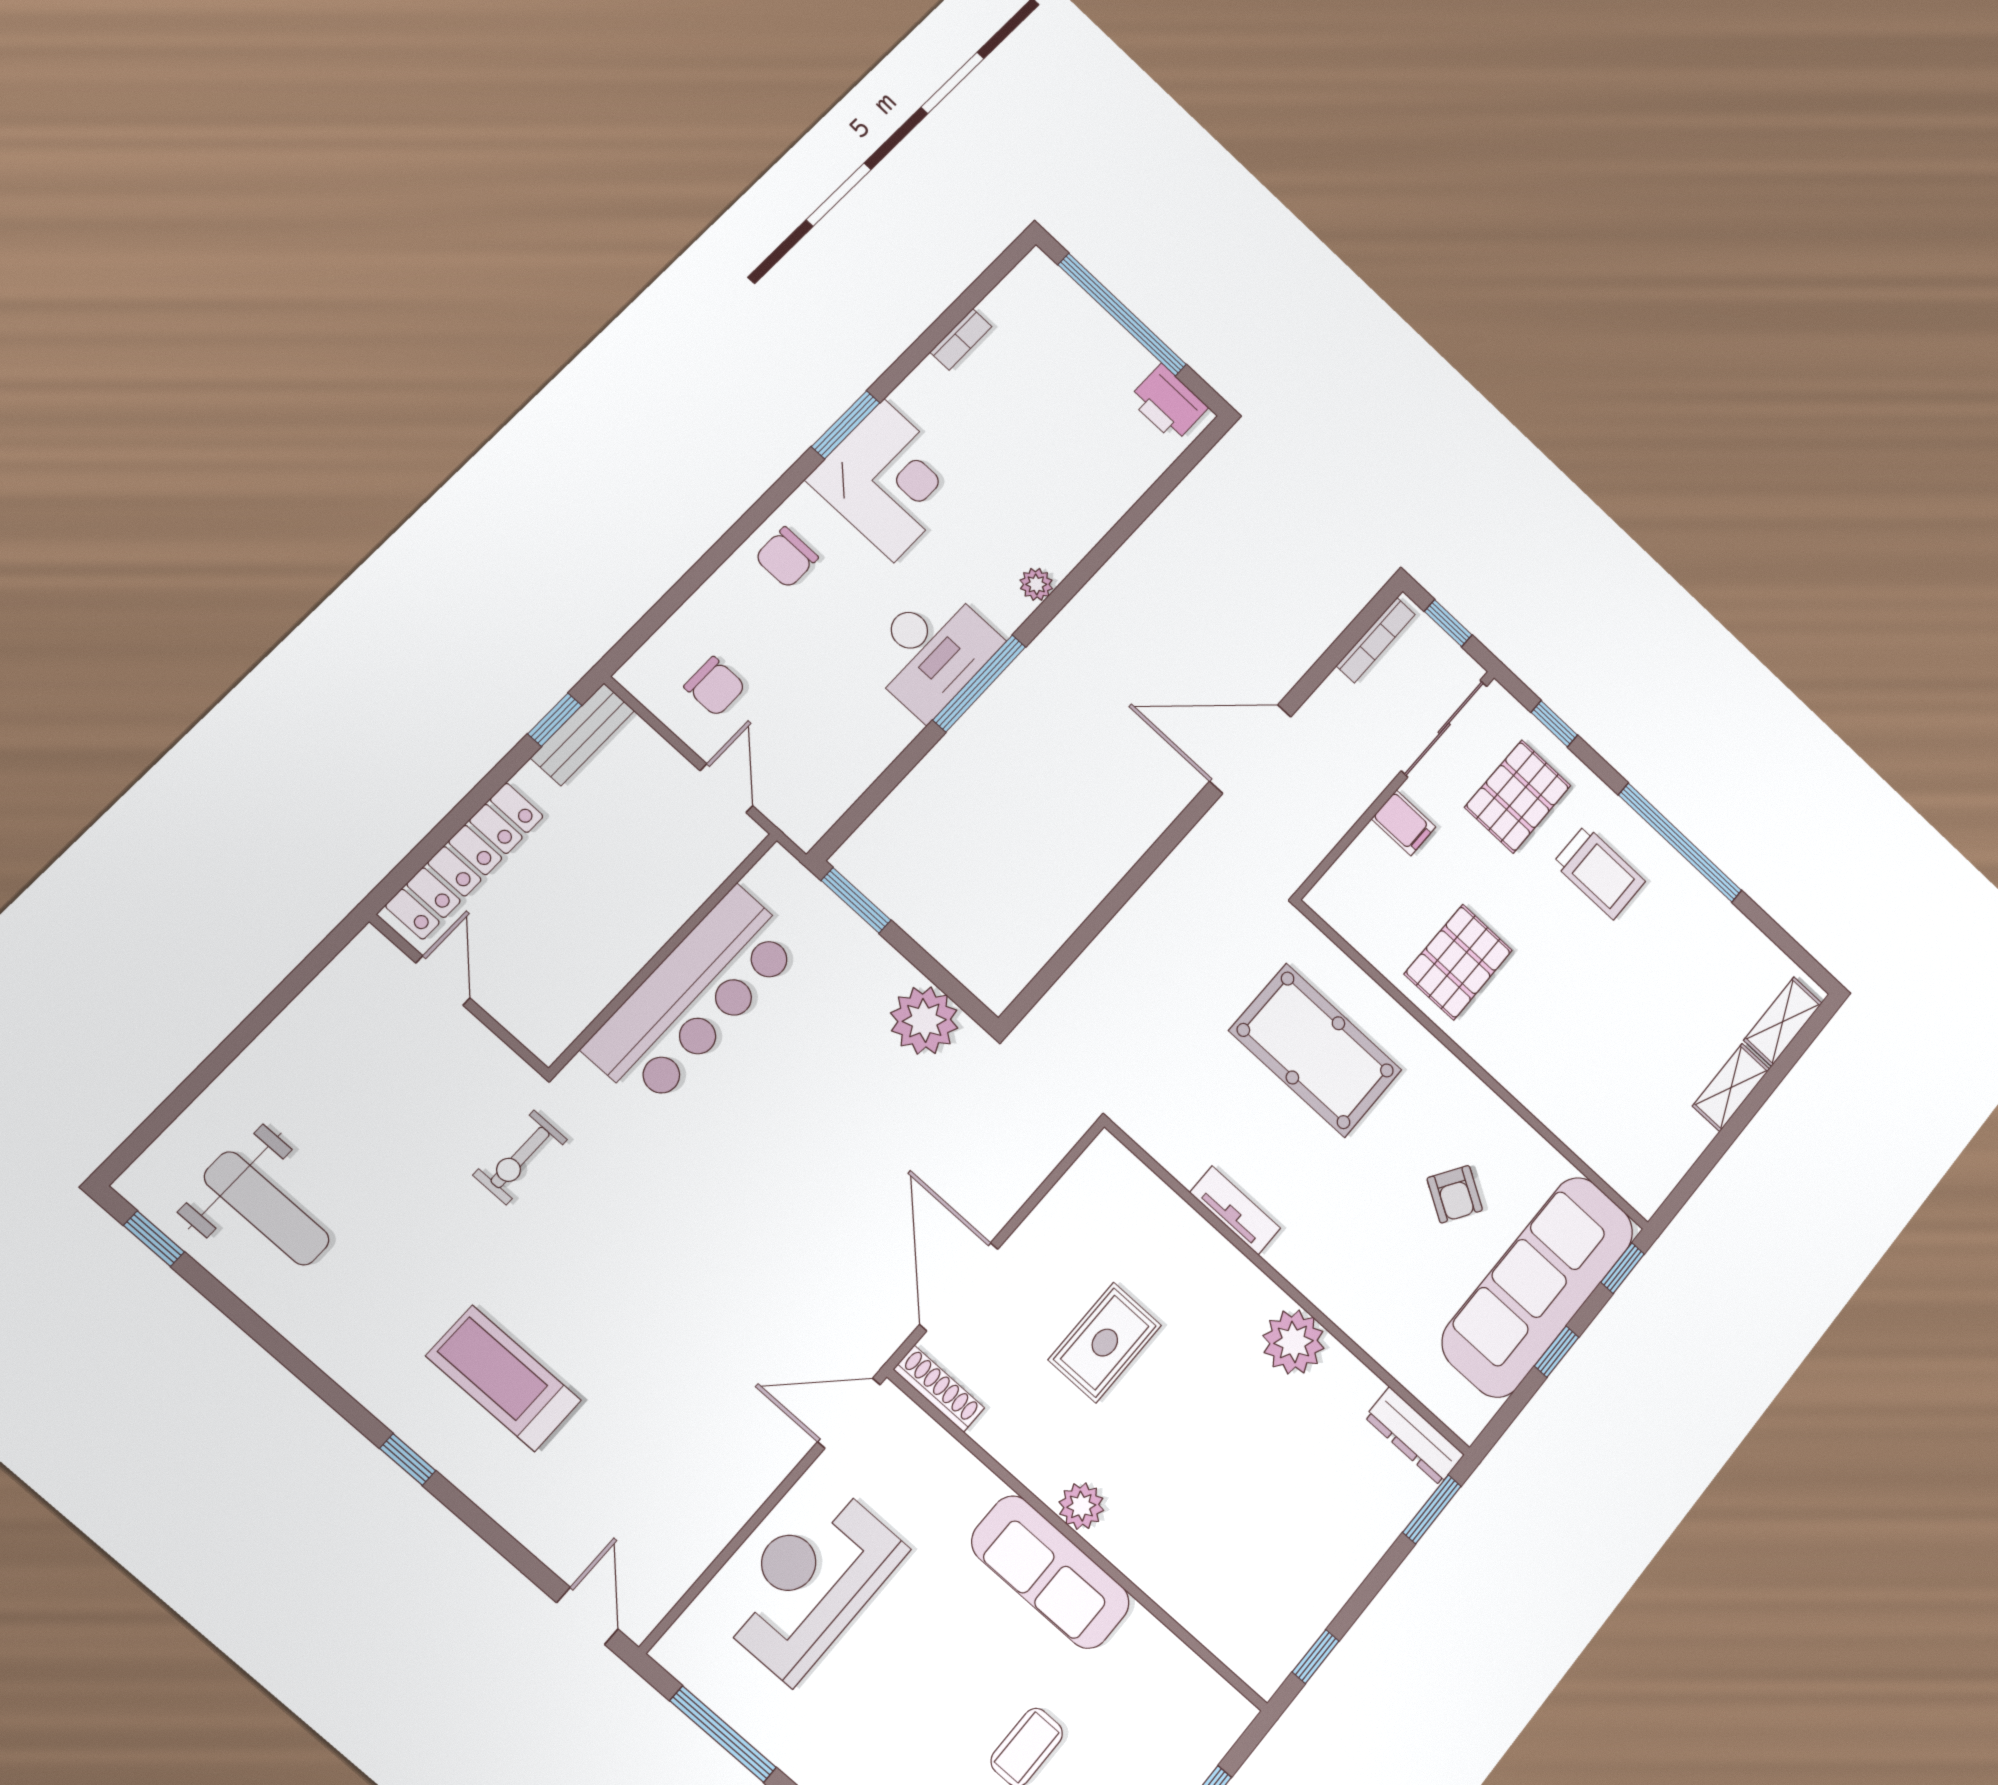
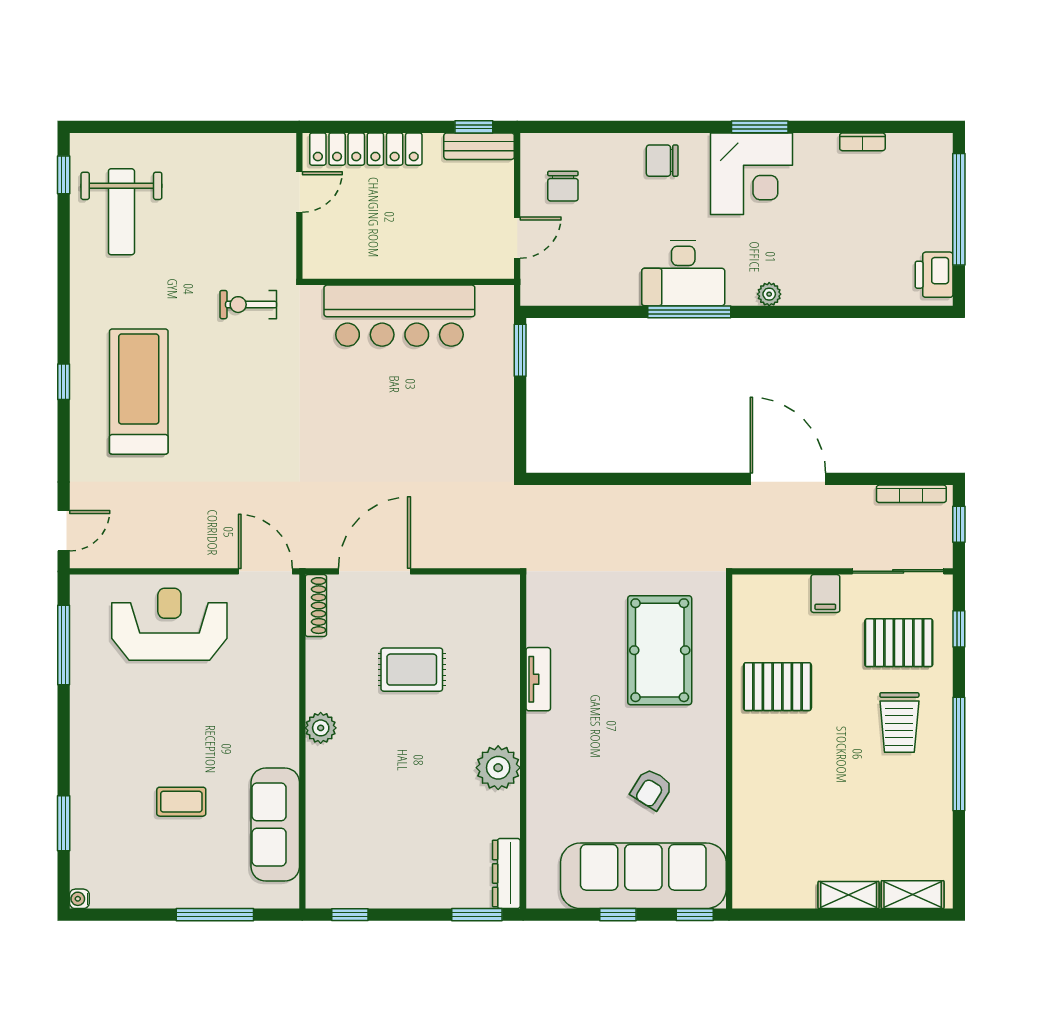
plant: (924, 1020) -> (491, 437), removed
treadmill: (504, 1378) -> (139, 392), width x1.37, depth x1.37
sofa: (1051, 1572) -> (275, 825), moved

